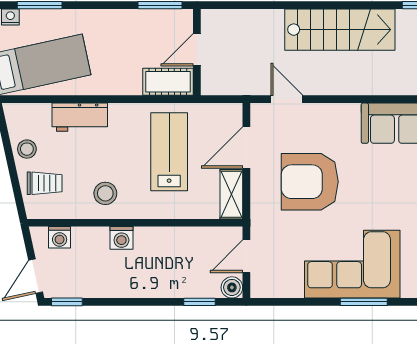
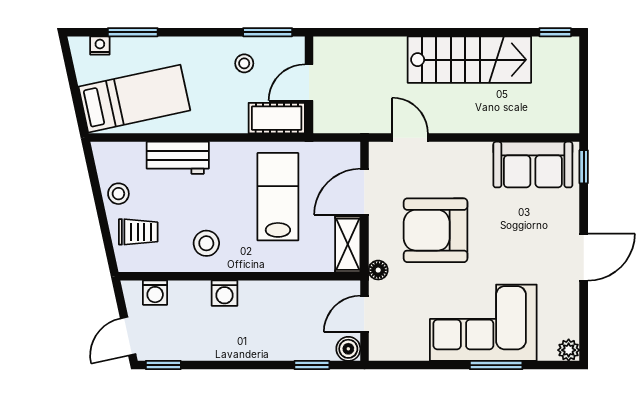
stool: (139, 33) -> (244, 63), added
floor lamp: (259, 217) -> (378, 270), added

